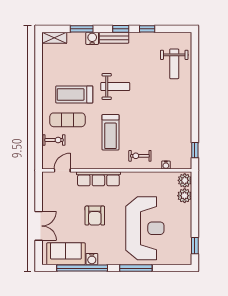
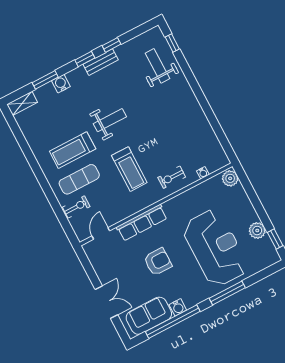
bench: (114, 38) -> (101, 62), moved
weight bench: (174, 64) -> (158, 66), turned 180
window: (195, 150) -> (172, 43), moved
plant: (185, 196) -> (257, 231), moved
armchair: (95, 216) -> (158, 262), turned -90

